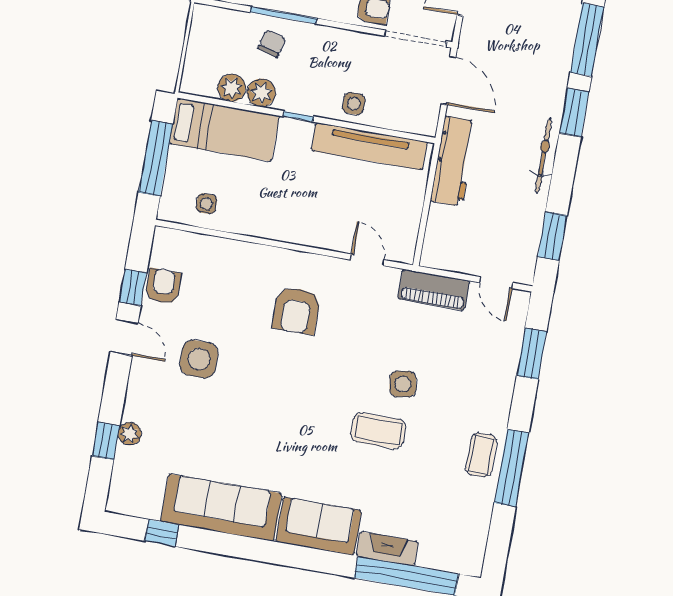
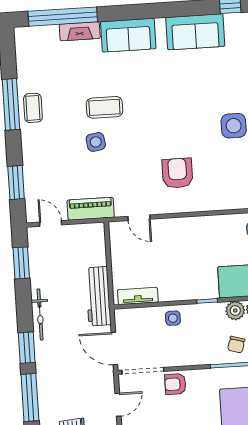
tv unit: (369, 146) -> (138, 296), width x0.52, depth x0.78
sofa: (221, 508) -> (195, 32), width x0.73

